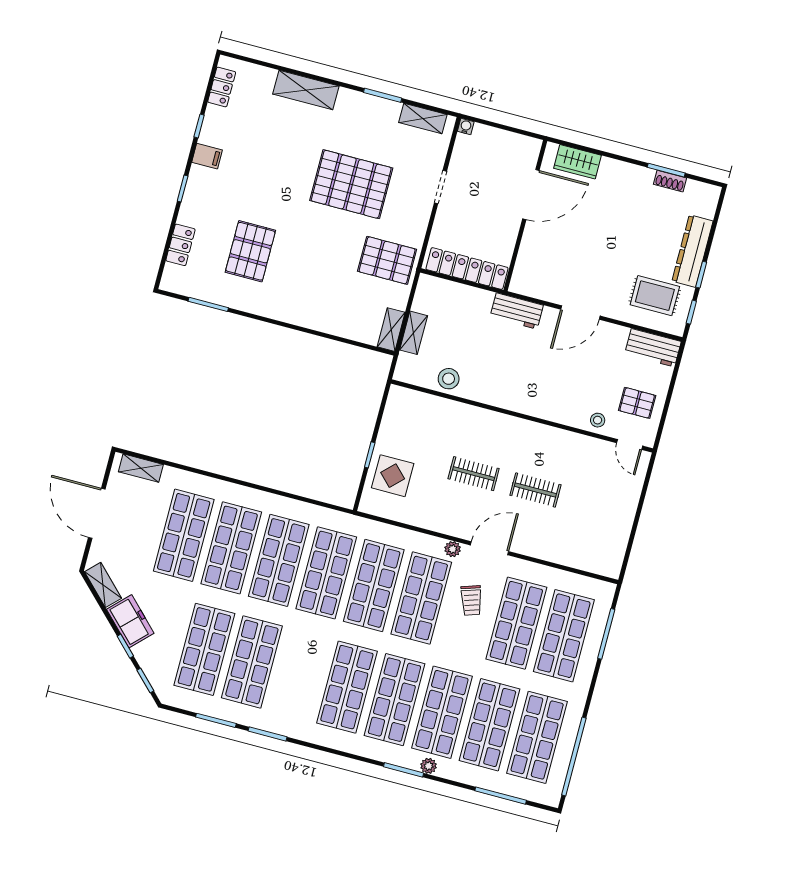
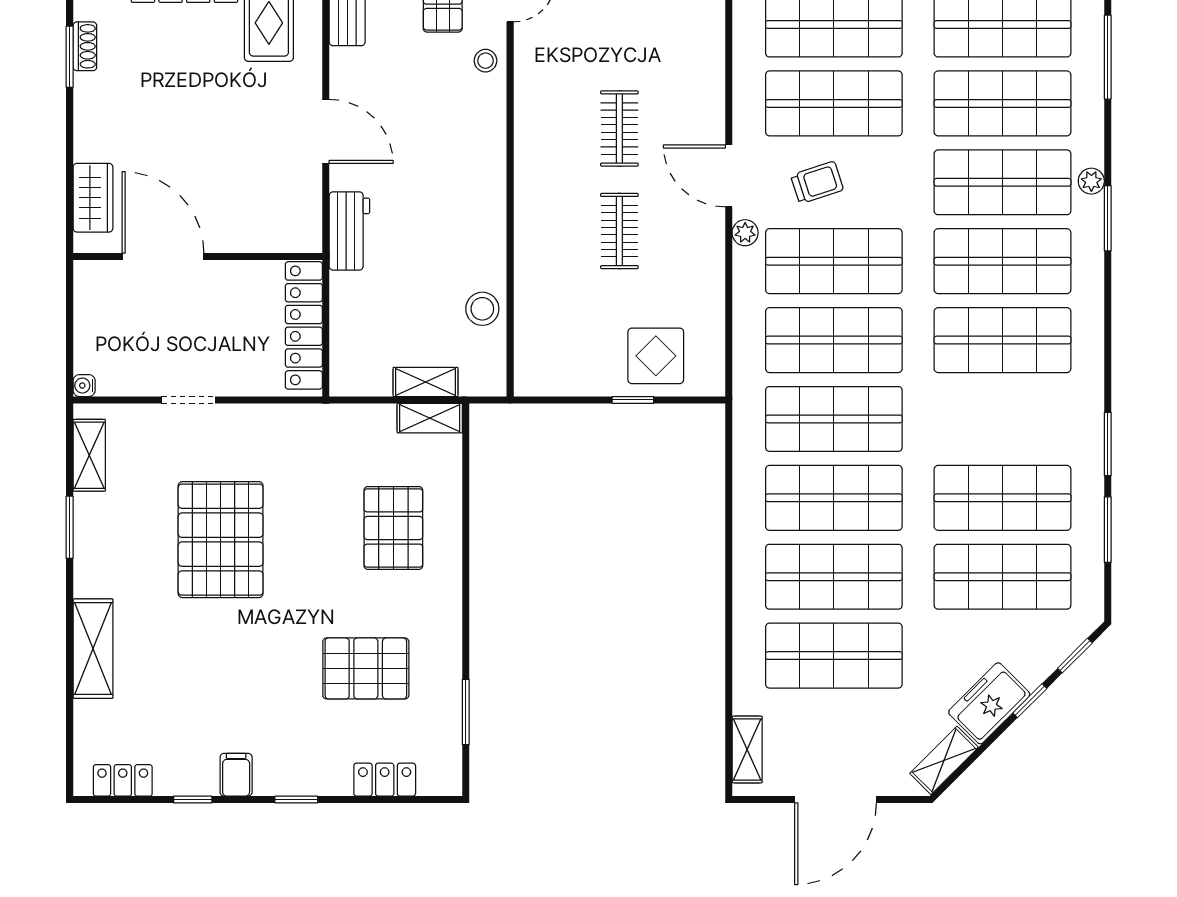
pallet: (387, 260) -> (393, 528), moved

